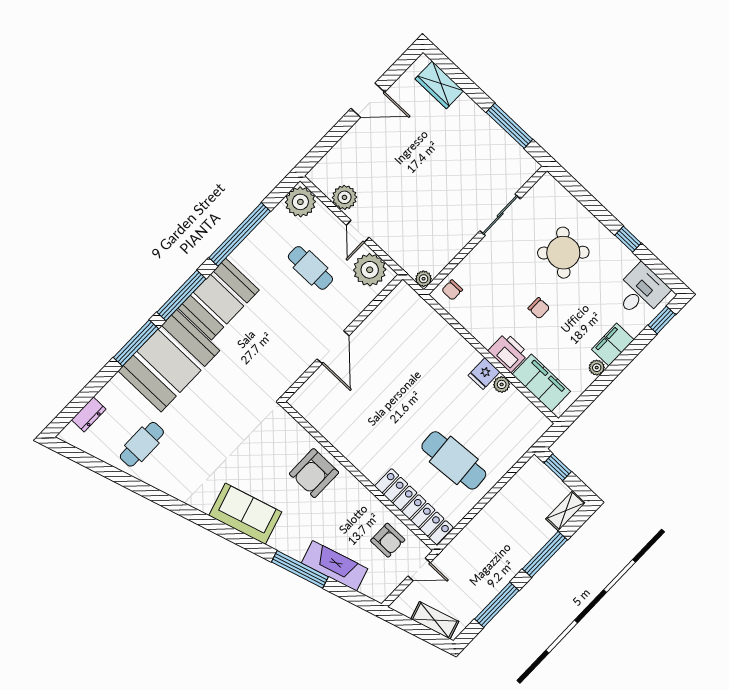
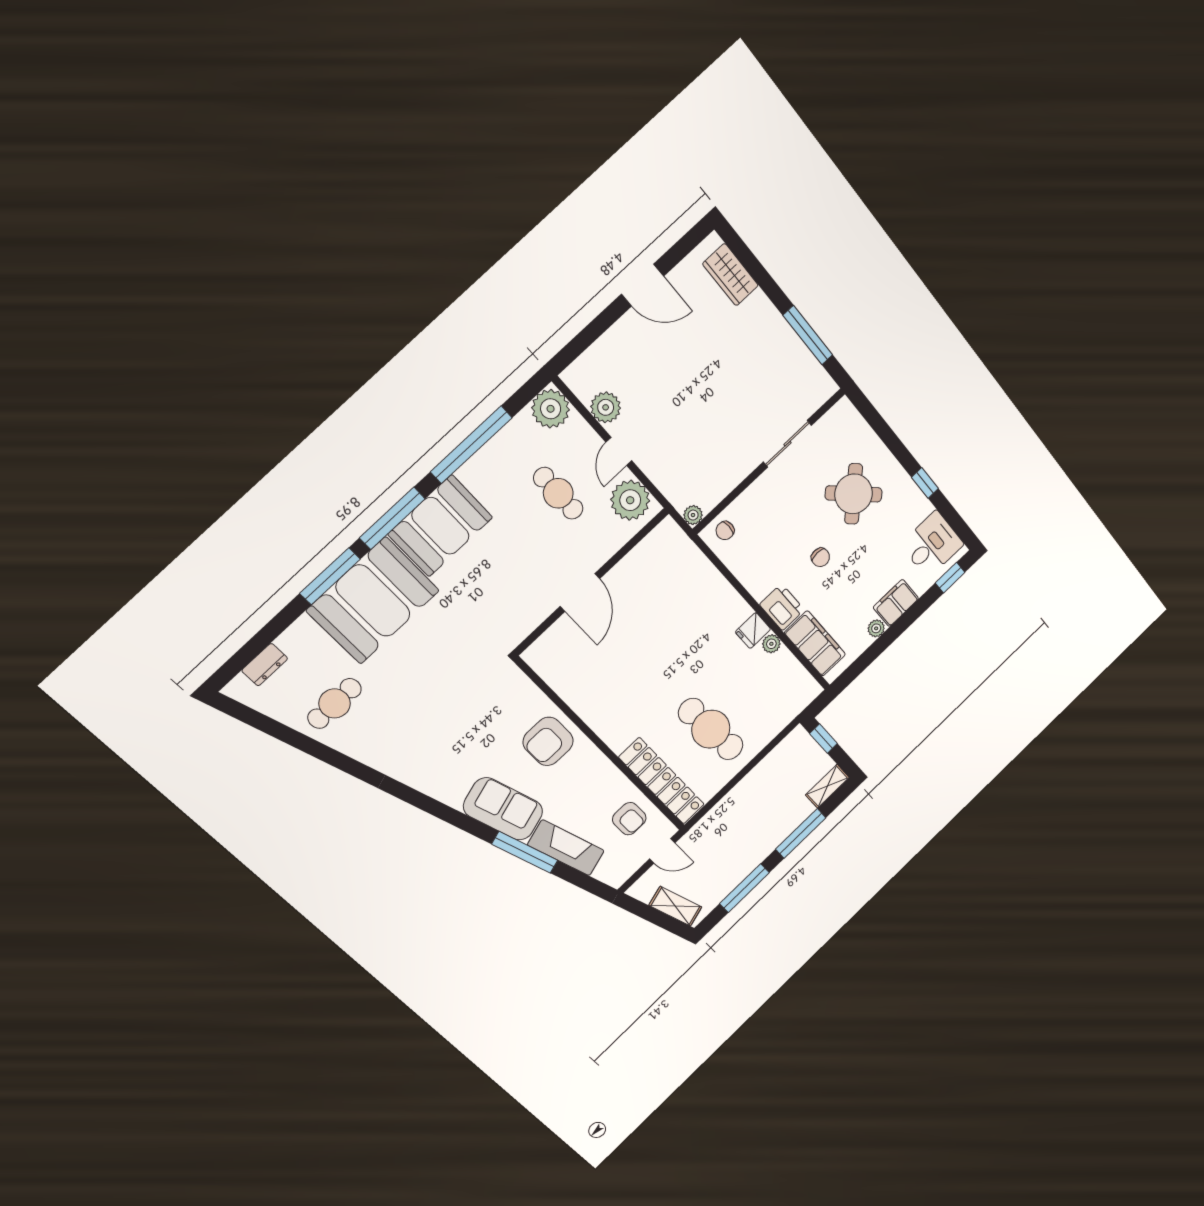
sofa: (245, 514) -> (503, 809), moved

